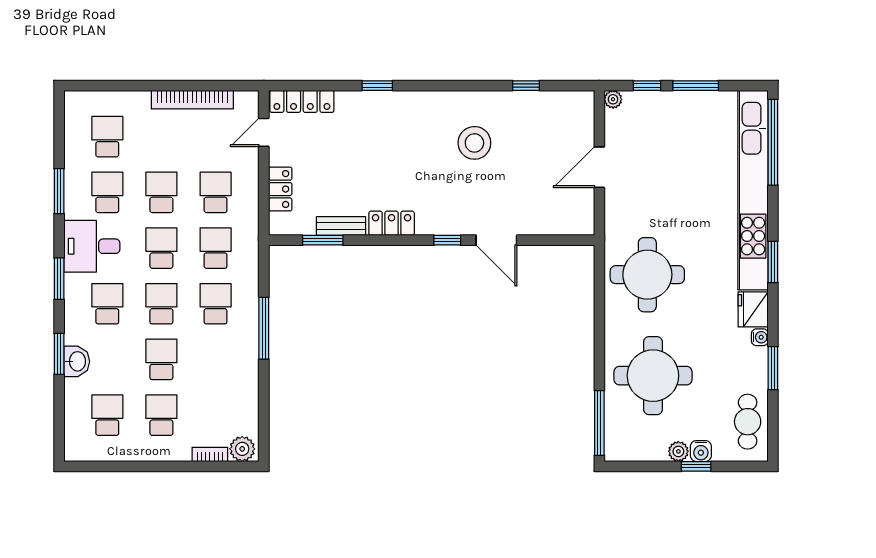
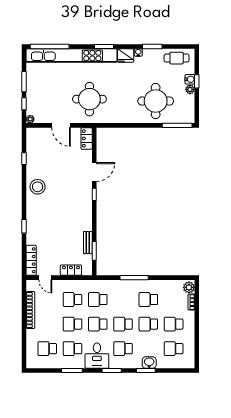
stool: (474, 143) -> (38, 187), moved
locker: (392, 223) -> (87, 138), moved
round table: (647, 275) -> (89, 99), moved
school desk: (216, 304) -> (148, 300), moved

